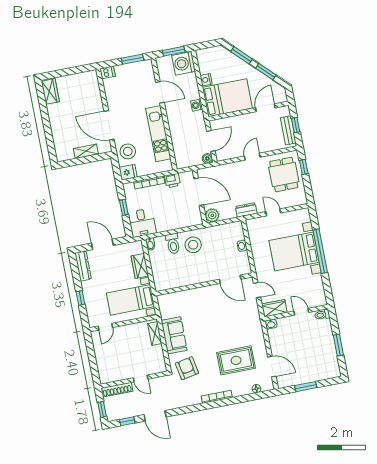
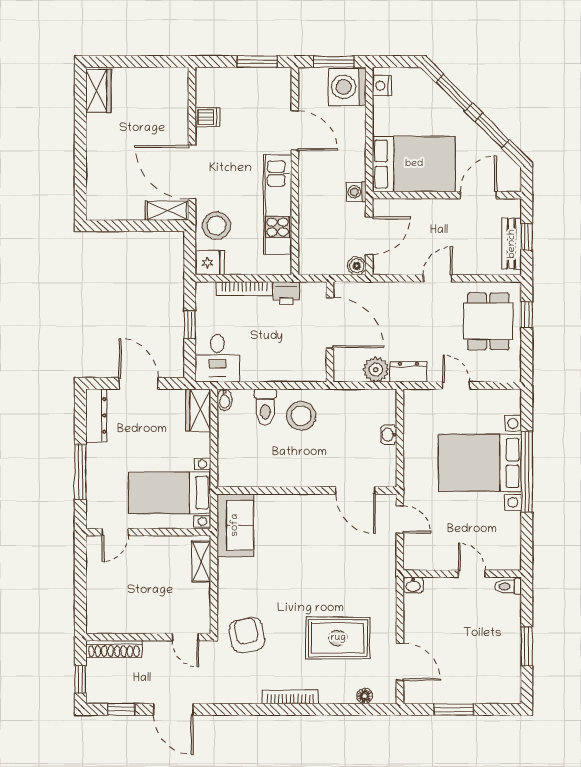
dishwasher: (108, 72) -> (208, 117), moved
nightstand: (206, 80) -> (382, 86), moved
washing machine: (197, 105) -> (356, 192), moved
shelving: (86, 151) -> (167, 211), moved
plant: (212, 215) -> (376, 370), moved
wardrobe: (140, 266) -> (198, 410), moved
window: (80, 298) -> (80, 472), width x2.17
wardrobe: (274, 308) -> (425, 558), removed
sofa: (174, 335) -> (235, 525), moved
door: (141, 378) -> (185, 637), moved

